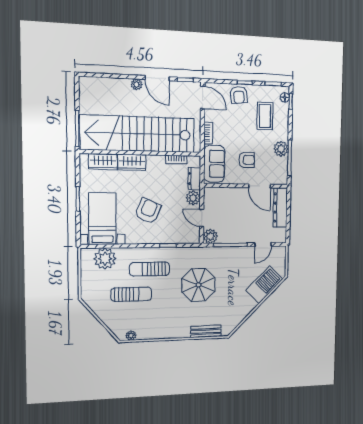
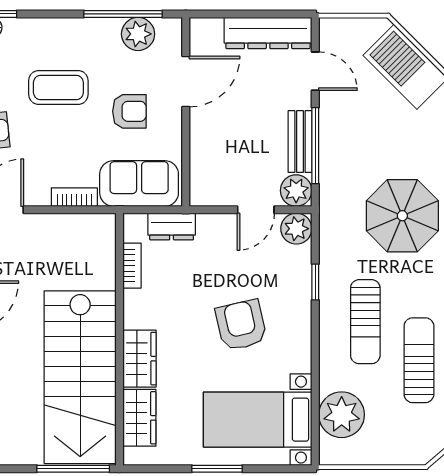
coffee table: (265, 116) -> (58, 88), moved
stairs: (138, 134) -> (80, 377), width x0.73
plant: (281, 149) -> (138, 34), moved
armchair: (247, 160) -> (129, 111), turned 90
plant: (193, 198) -> (296, 229), moved
dresser: (280, 208) -> (268, 33), moved
armchair: (148, 211) -> (241, 325), turned 54
bench: (232, 238) -> (300, 142), added

